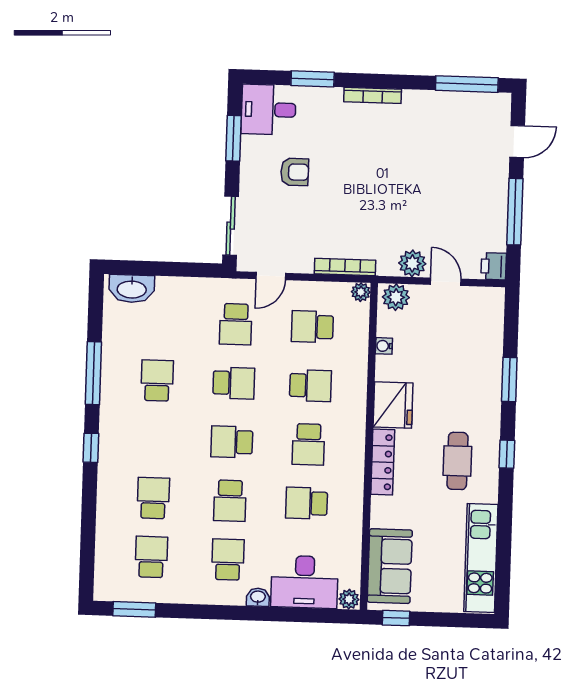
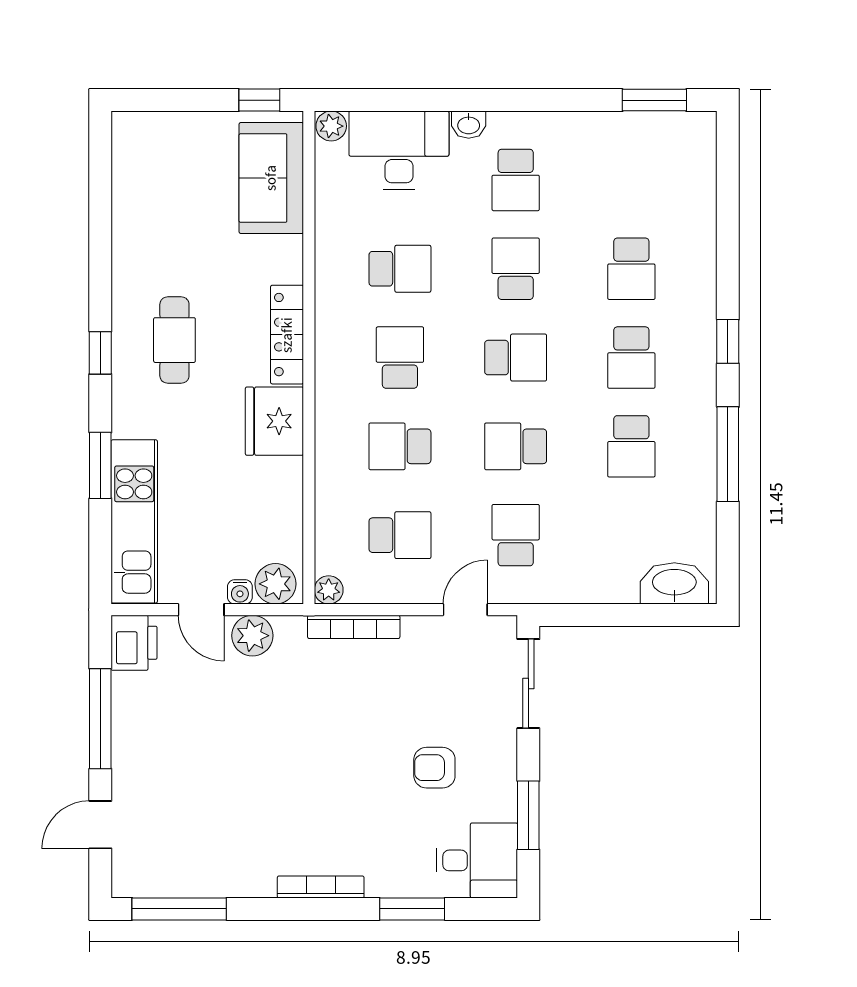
printer: (494, 266) -> (134, 643), width x1.36, depth x1.24
water cooler: (384, 346) -> (240, 592), moved, turned 90
school desk: (151, 557) -> (631, 358), moved
kitchen unit: (481, 558) -> (134, 521), moved

